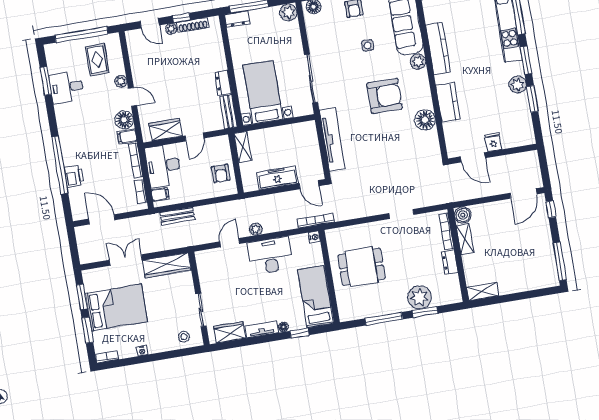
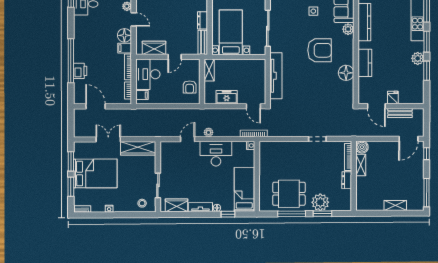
freezer: (277, 178) -> (227, 97), width x0.71
bench: (177, 216) -> (400, 113), moved
dining table: (361, 267) -> (289, 194), moved
shelving: (483, 292) -> (395, 205), moved

